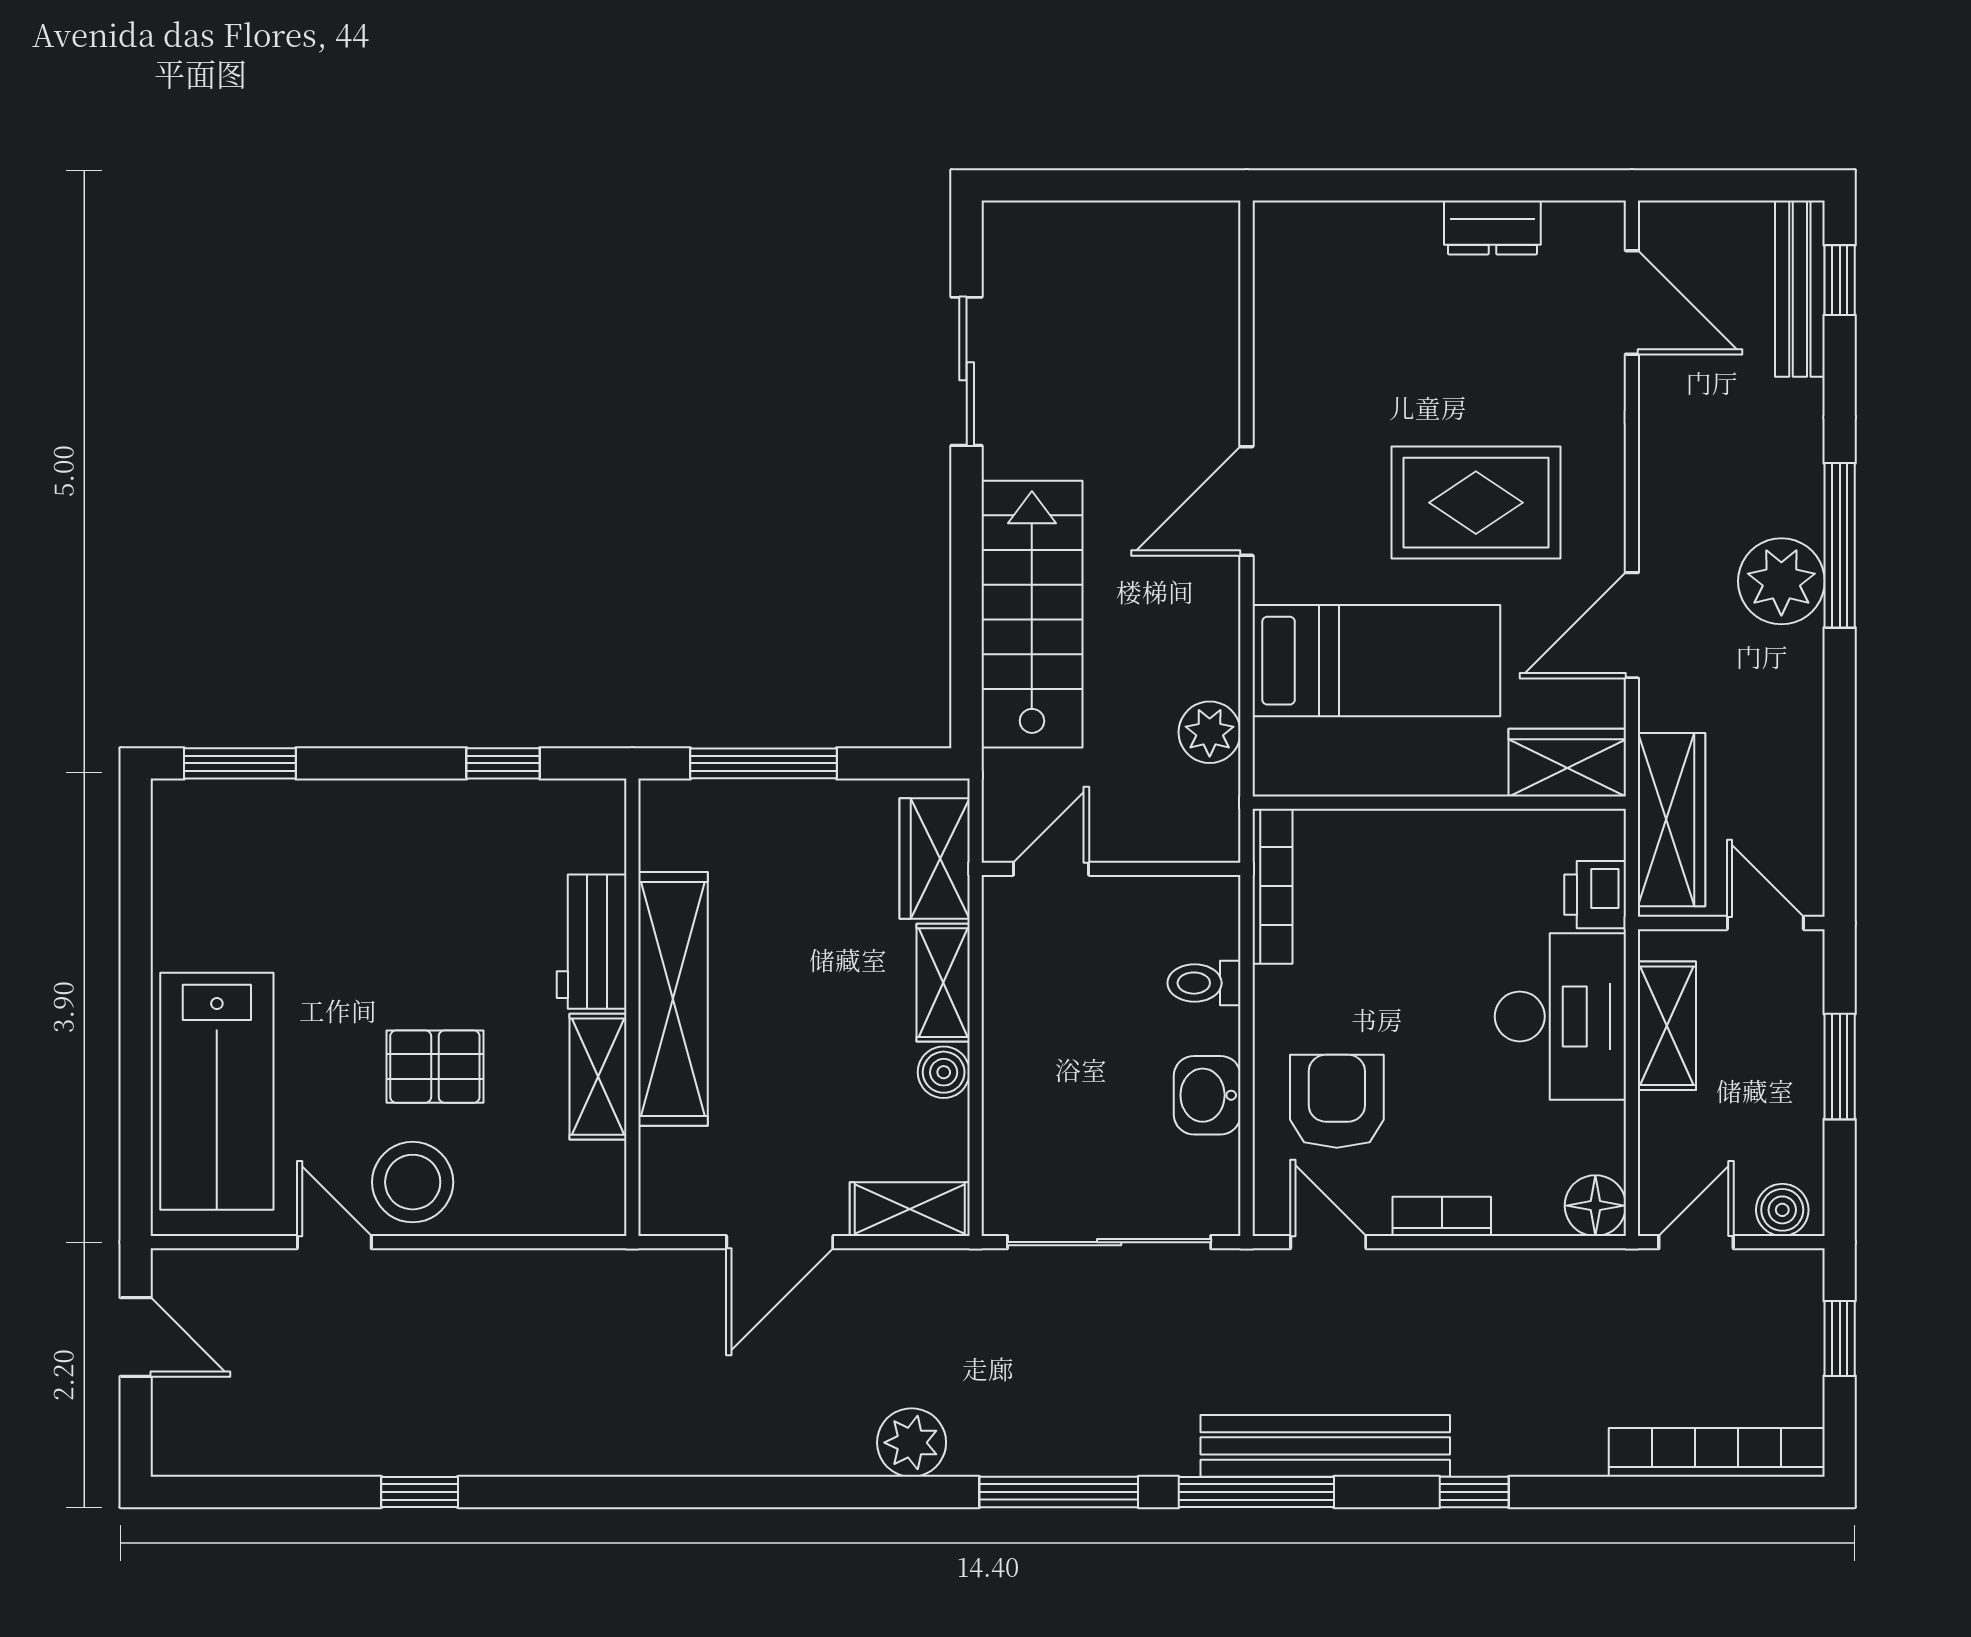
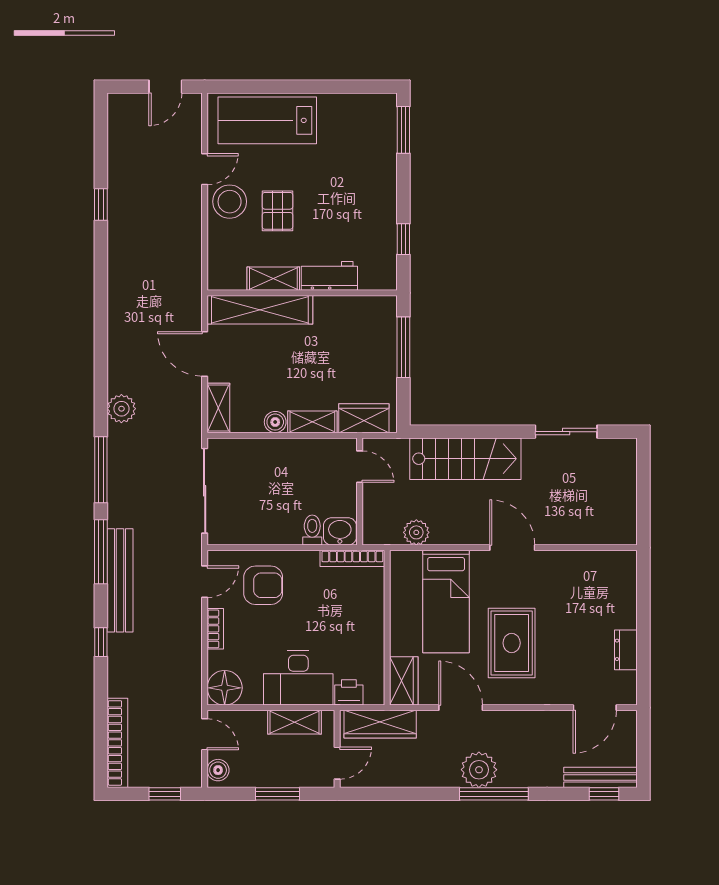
shelving: (673, 999) -> (260, 310), moved
washbasin: (1207, 1095) -> (340, 531), moved
floor lamp: (1595, 1206) -> (225, 688), width x1.38, depth x1.38

